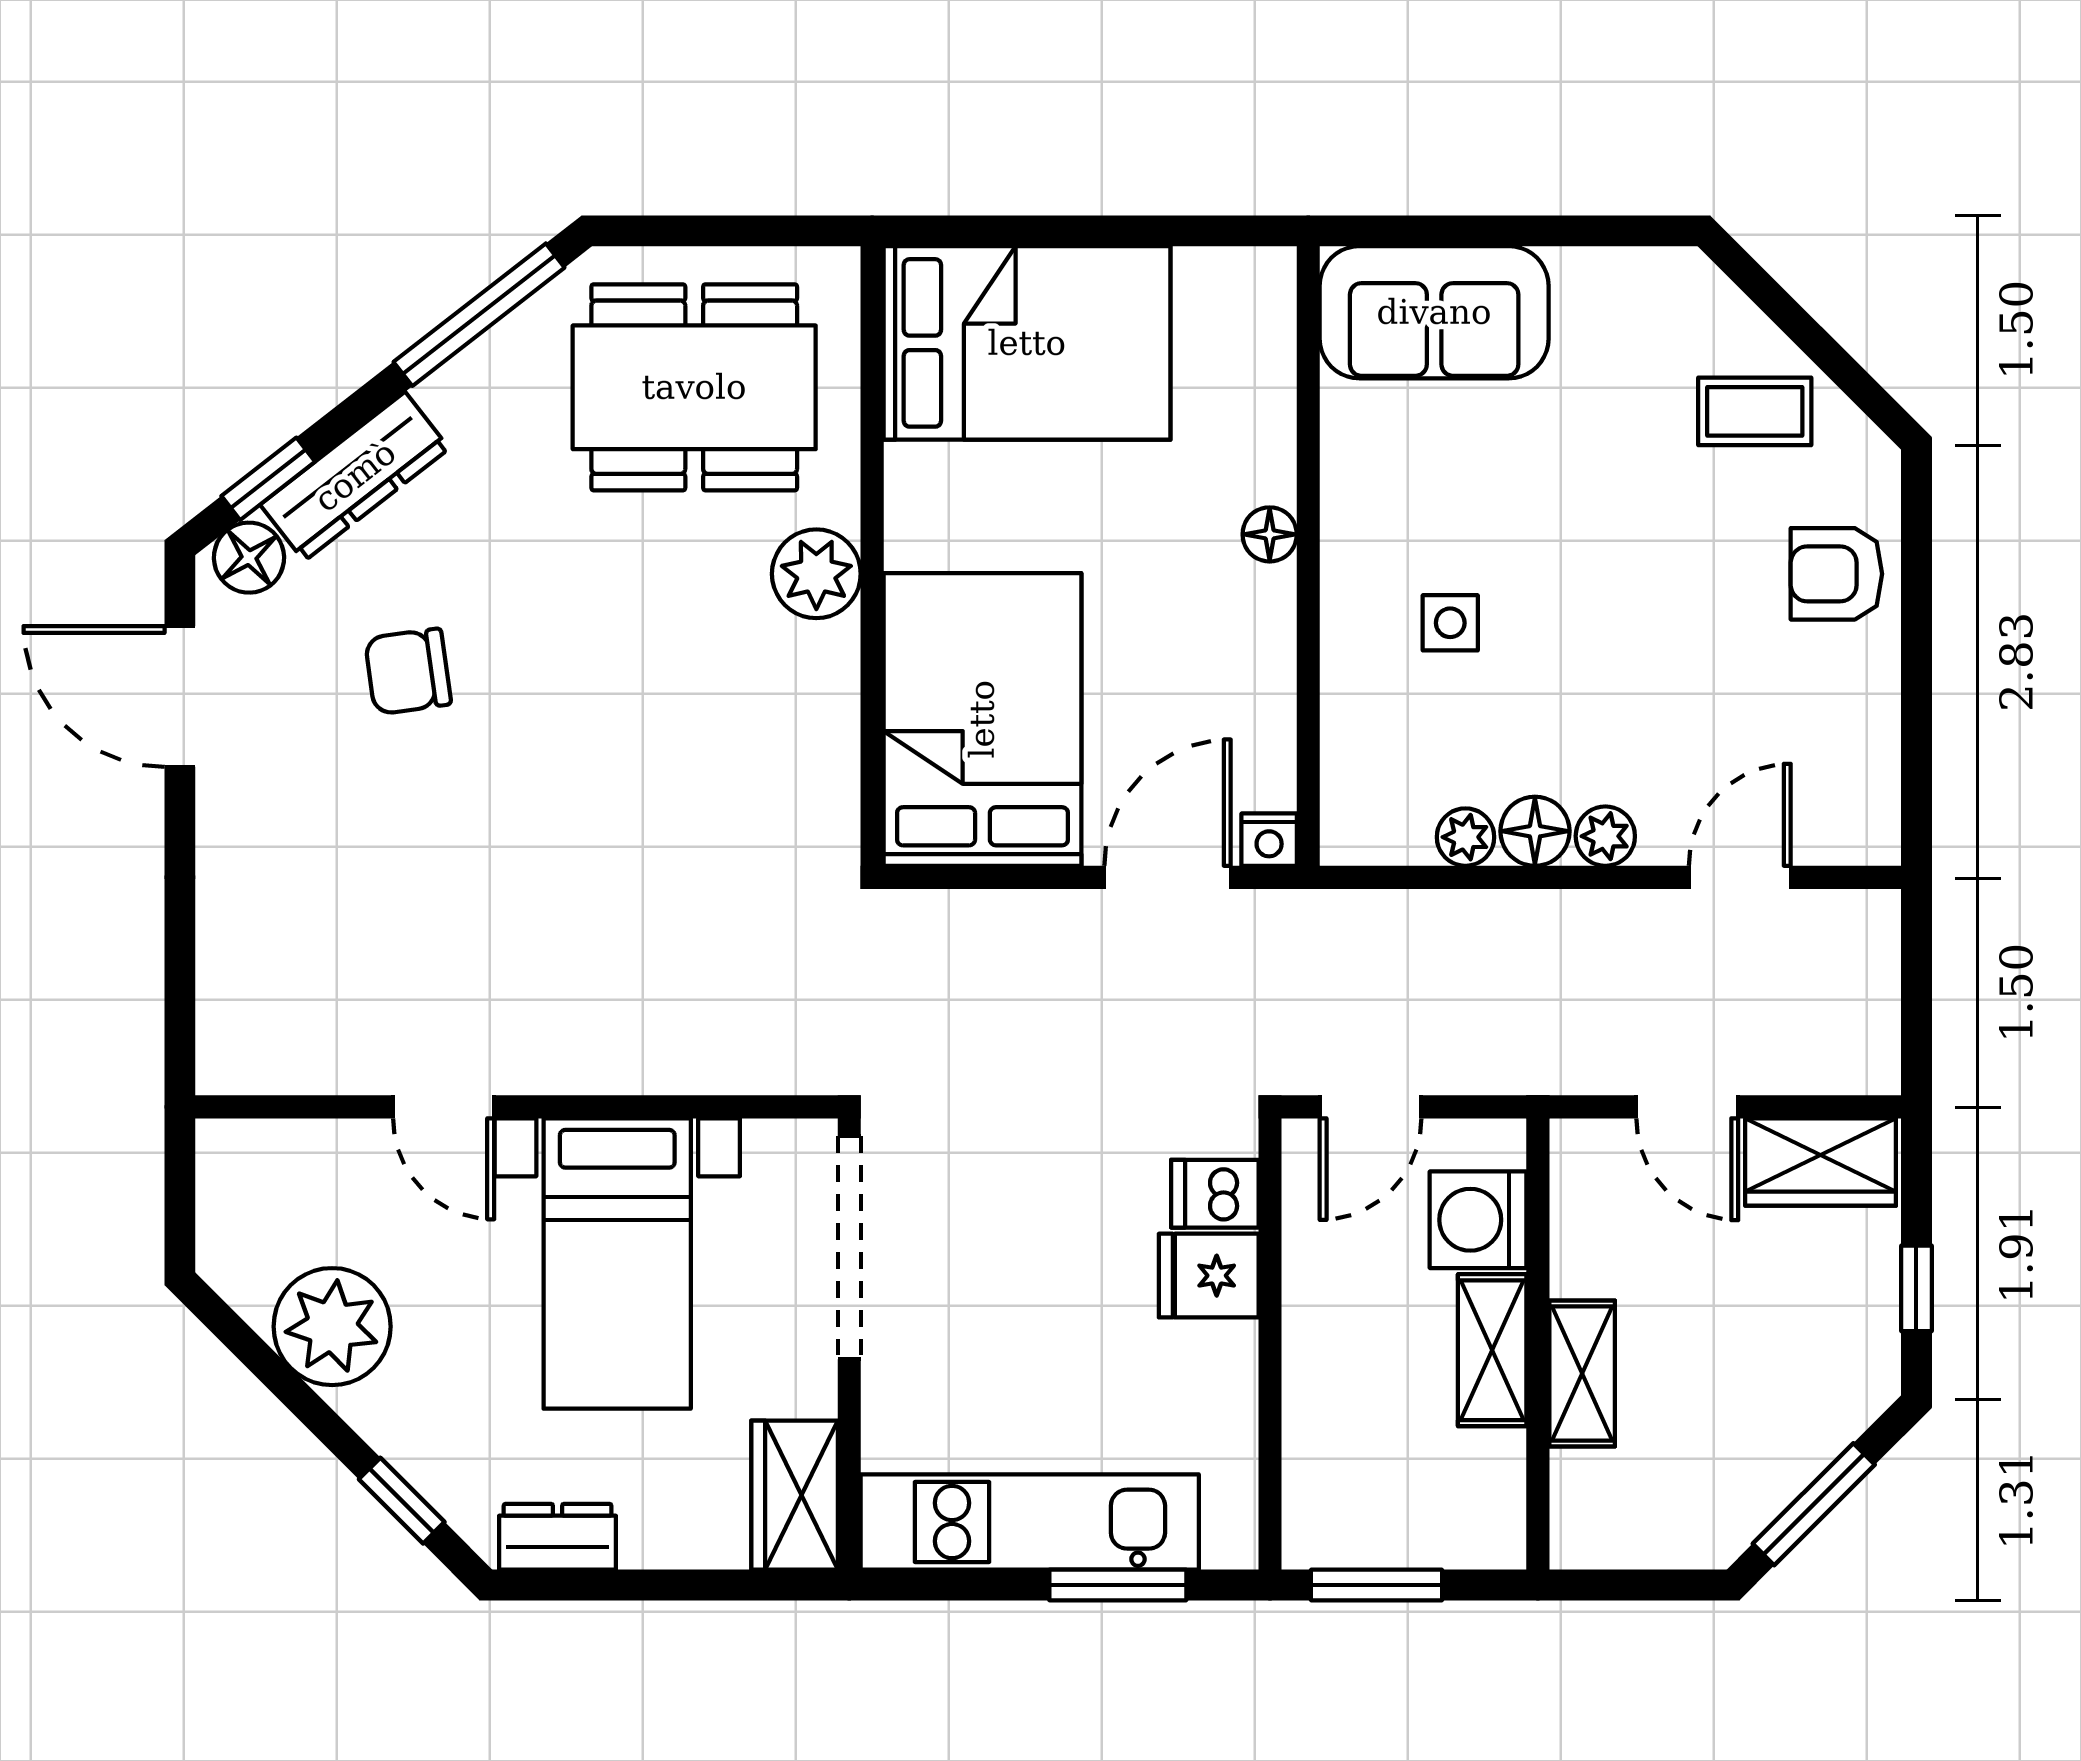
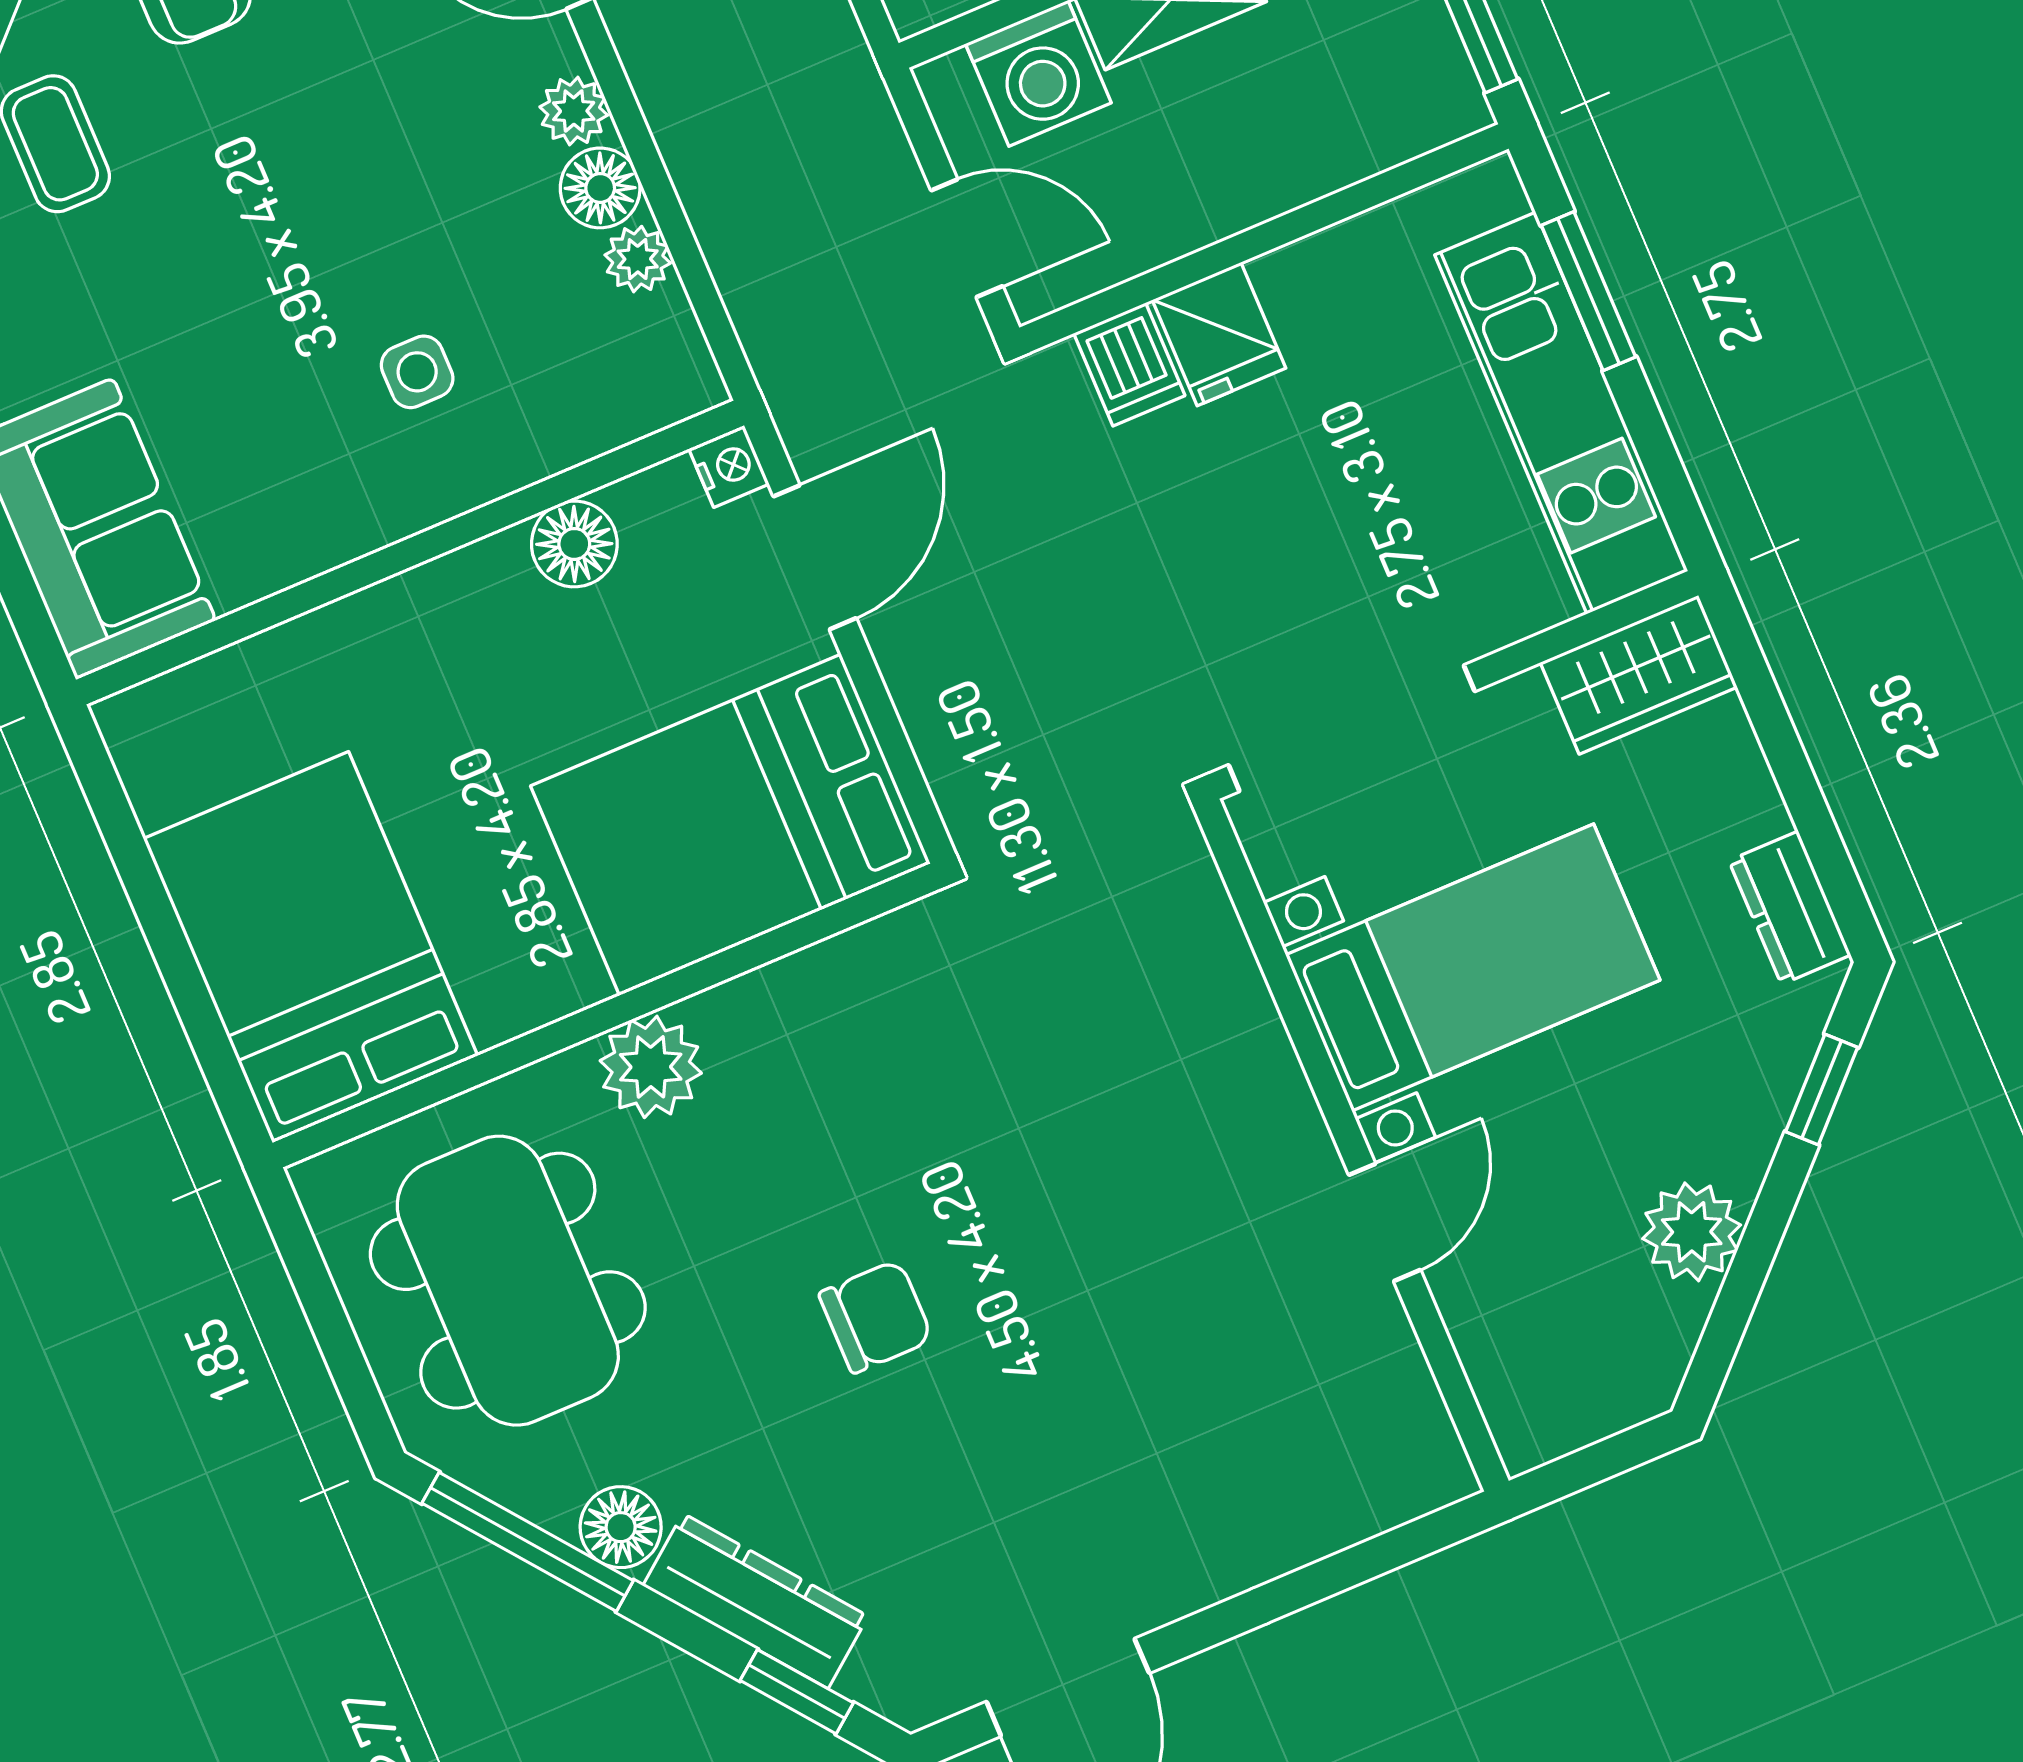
floor lamp: (1270, 534) -> (574, 544), moved, width x1.37, depth x1.37
floor lamp: (249, 558) -> (621, 1527), moved
chair: (408, 671) -> (876, 1317), moved, turned -82
door: (1168, 877) -> (815, 557), swing flipped
plant: (332, 1327) -> (1692, 1232), width x0.73, depth x0.73

